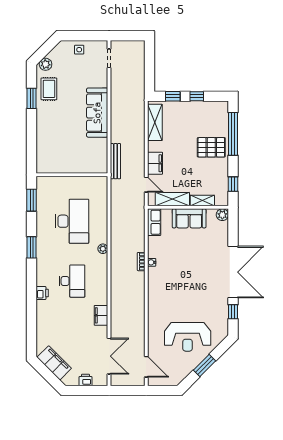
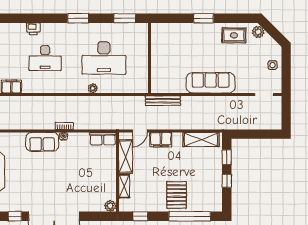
window: (32, 98) -> (203, 18), moved
sofa: (189, 218) -> (42, 142), moved, turned -90
plant: (103, 249) -> (93, 88), moved

